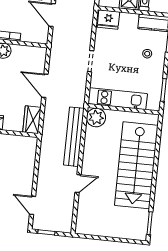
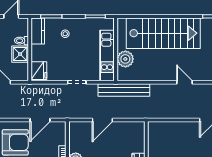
plant: (96, 117) -> (125, 59), moved
wardrobe: (32, 120) -> (133, 128), removed
bench: (74, 137) -> (124, 90), moved

